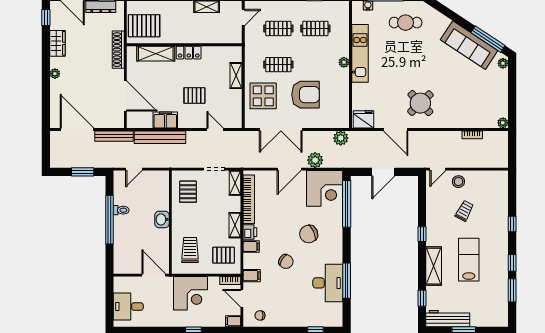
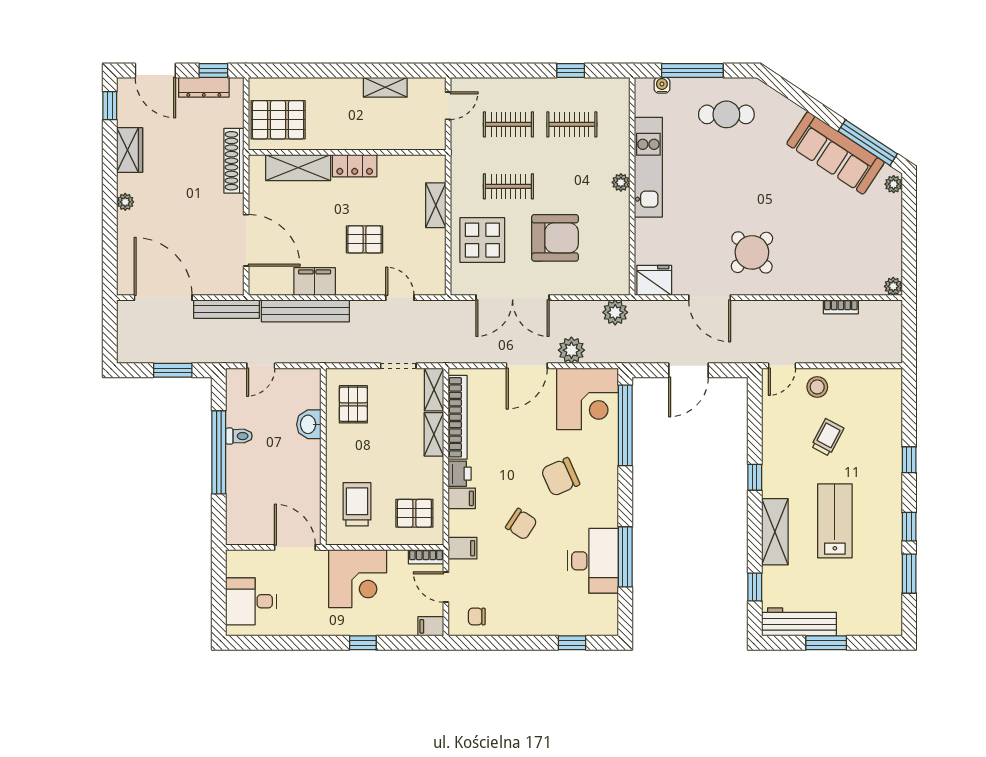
washbasin: (162, 219) -> (309, 424), moved
shelving: (235, 225) -> (434, 434), moved

